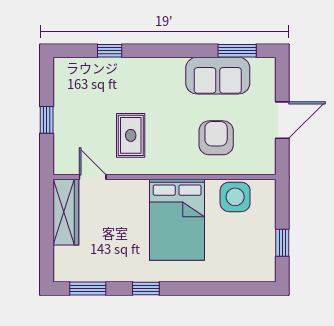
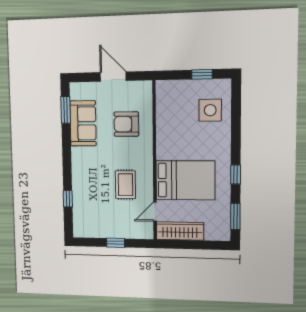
rug: (131, 135) -> (125, 185), turned 90
side table: (235, 197) -> (210, 110), moved
bed: (177, 220) -> (185, 180), moved

